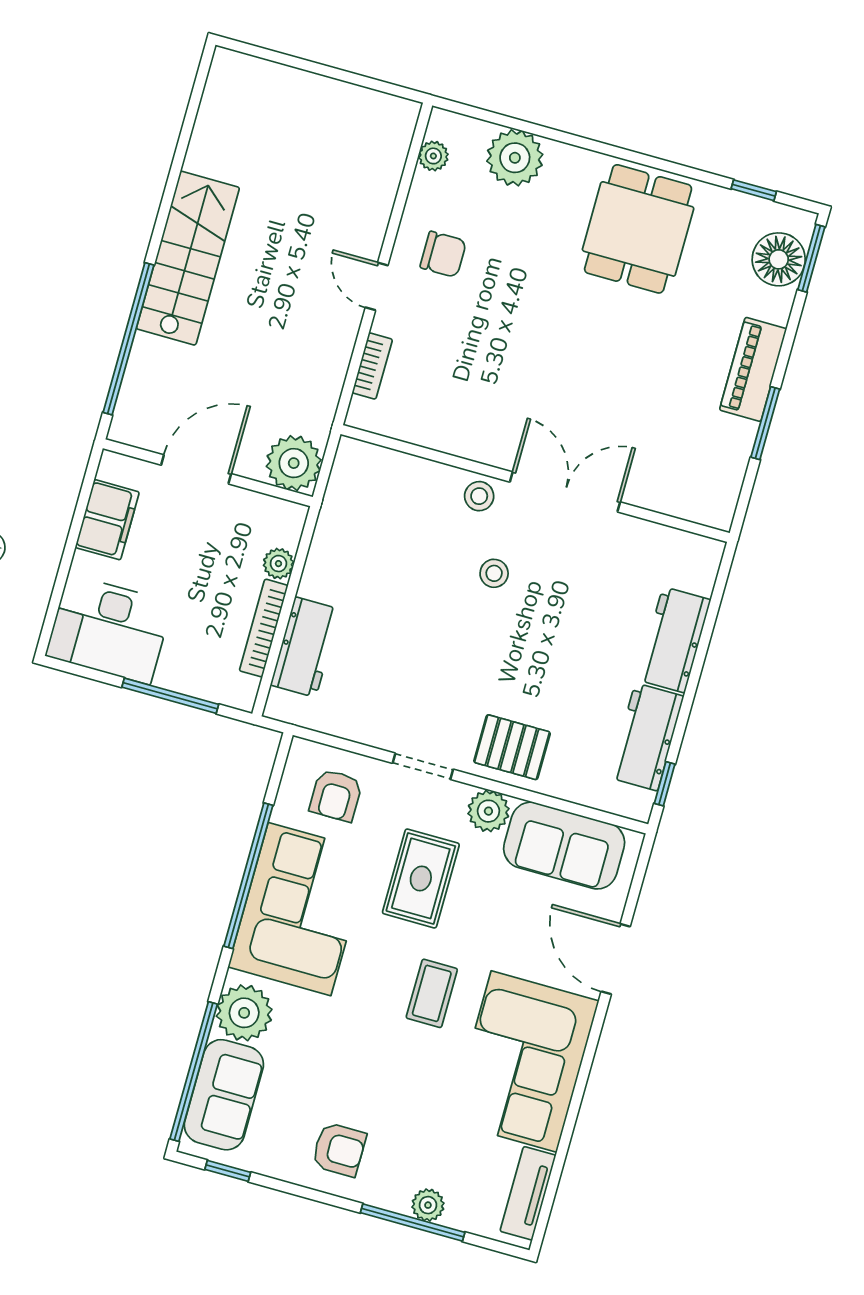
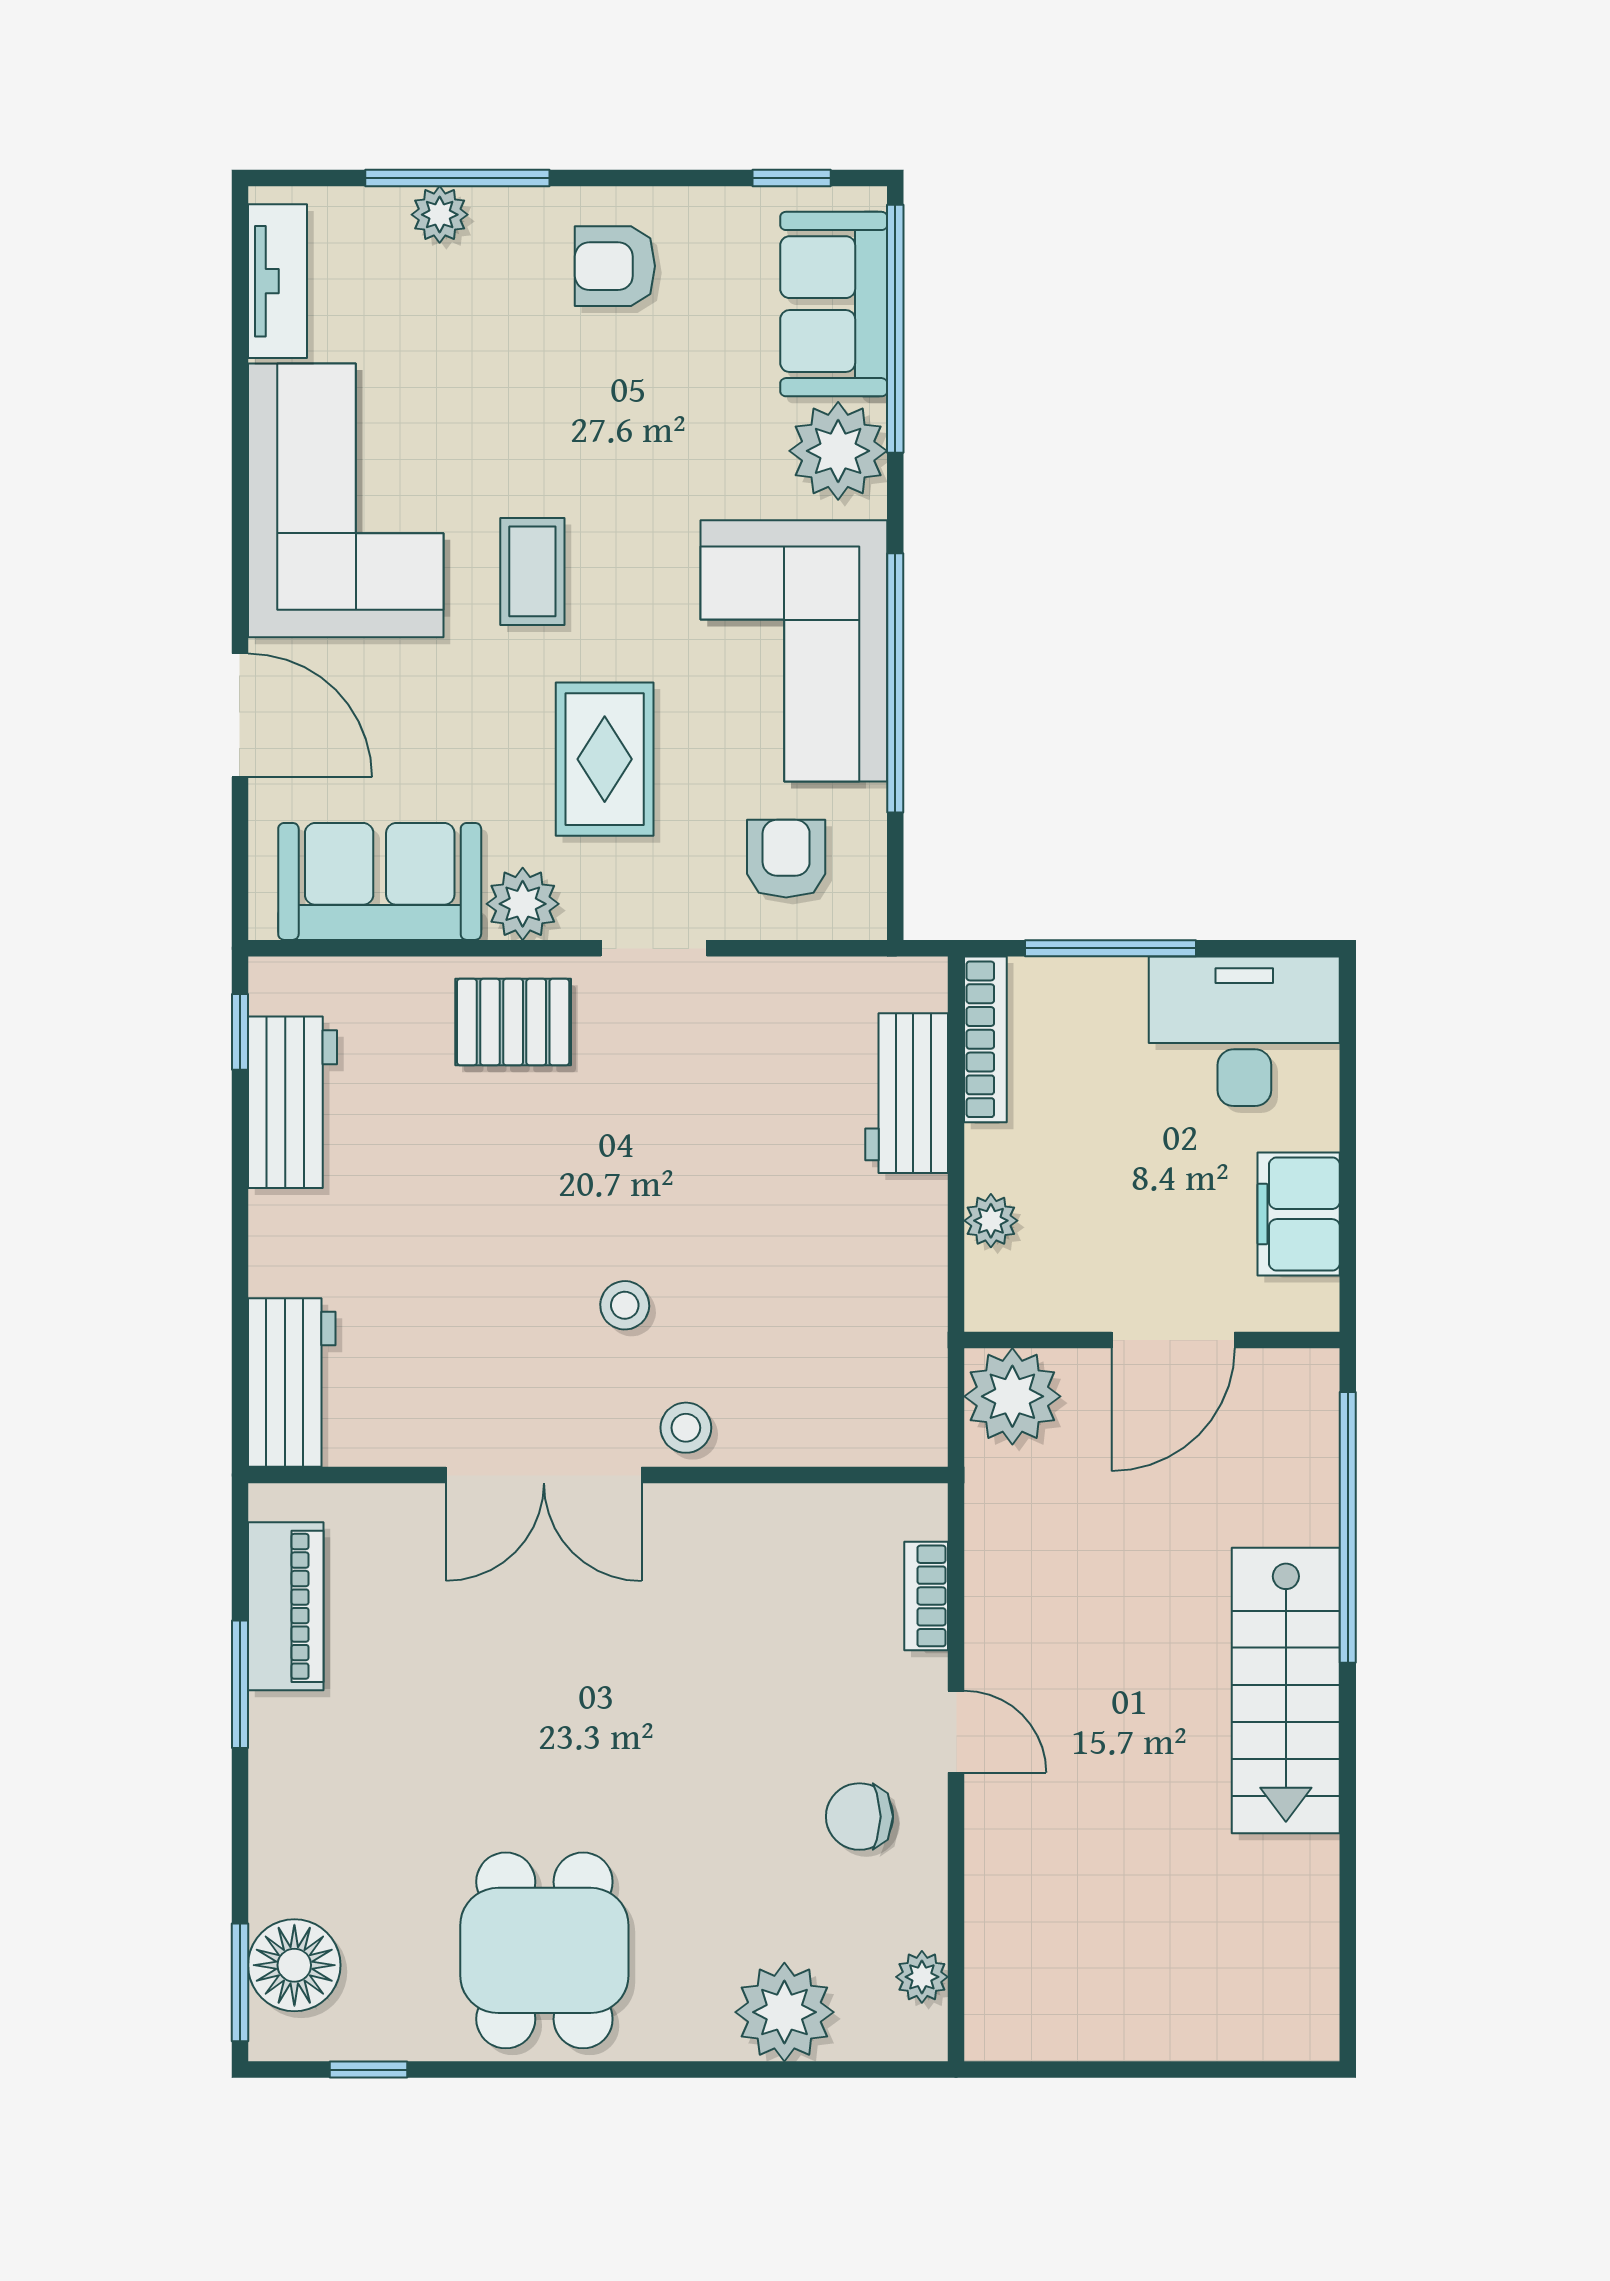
piano: (753, 369) -> (286, 1606), moved
bookcase: (264, 628) -> (985, 1039), moved
workbench: (674, 640) -> (292, 1383), moved

